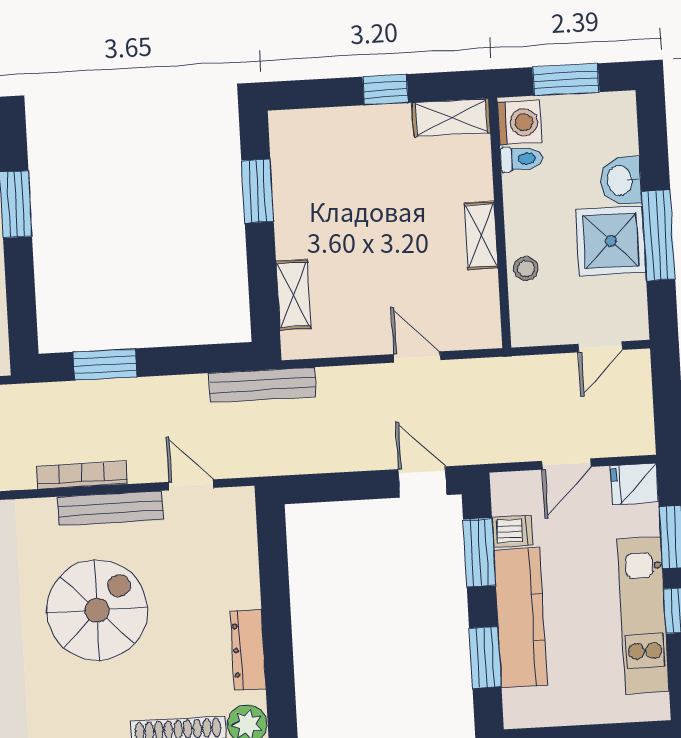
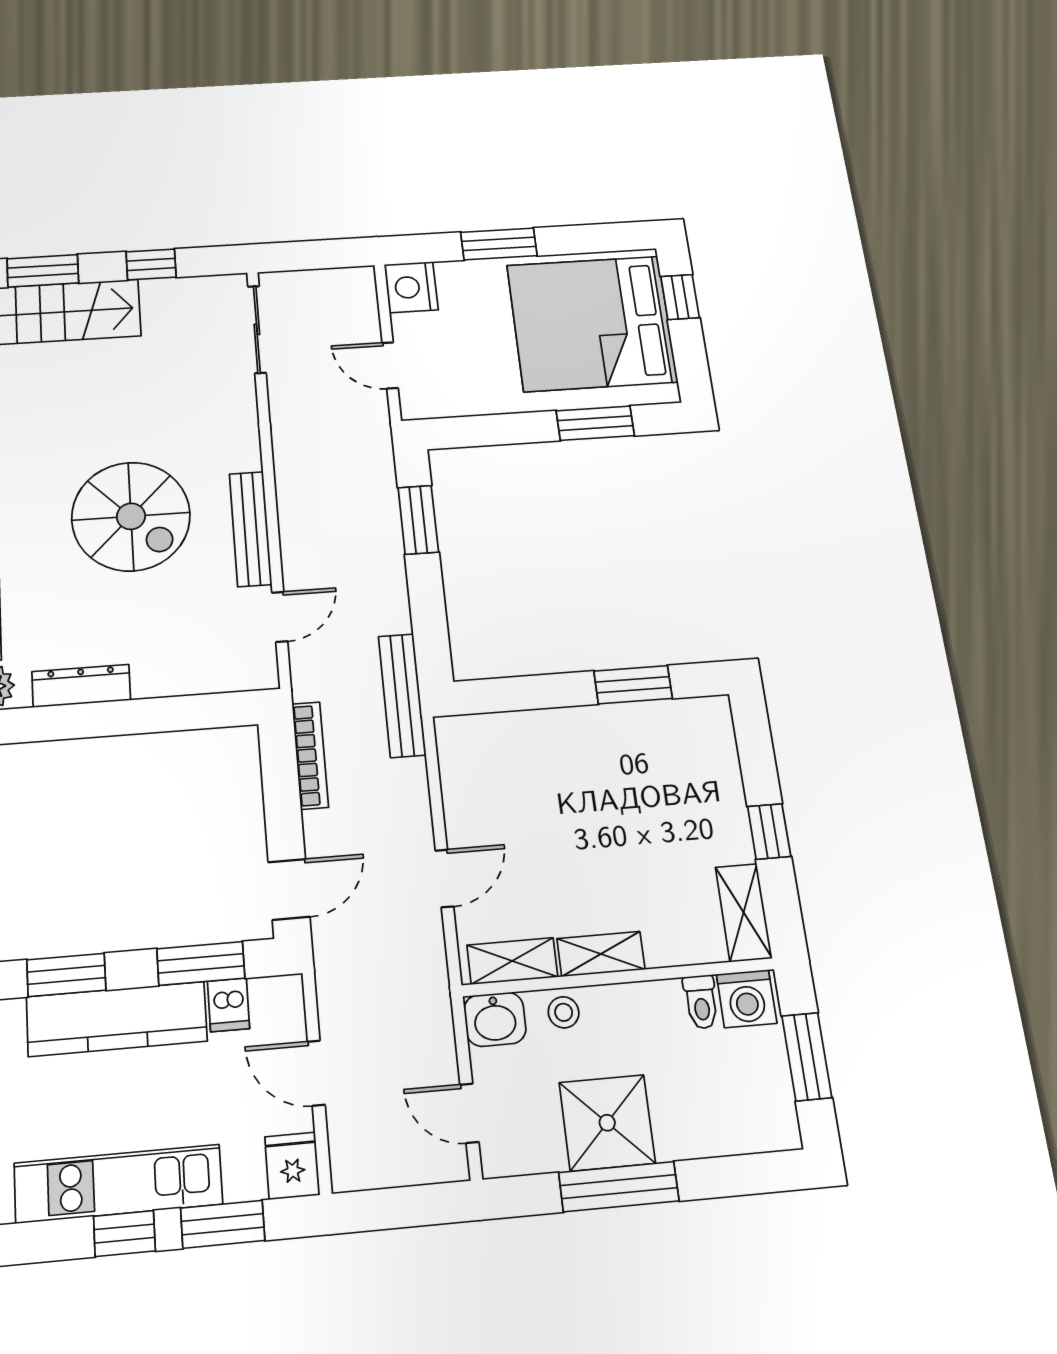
washbasin: (621, 181) -> (495, 1019), moved, turned 180
shelving: (293, 295) -> (512, 961), moved
bookcase: (82, 475) -> (310, 755), moved

